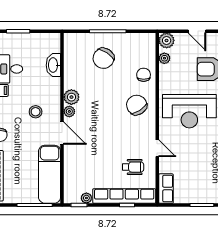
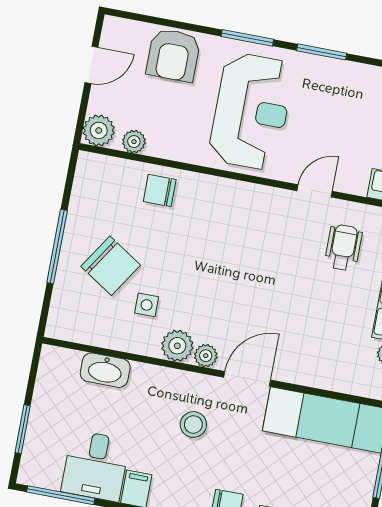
side table: (88, 79) -> (147, 305), added
chair: (137, 105) -> (219, 216), removed

